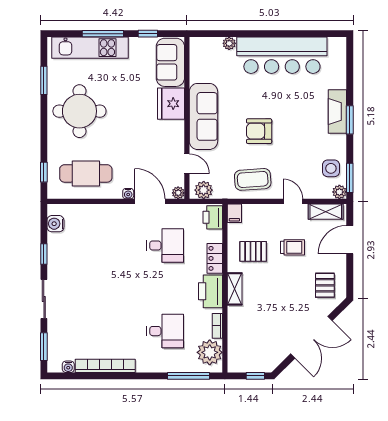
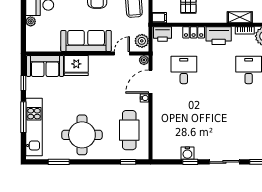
water cooler: (55, 224) -> (187, 153), moved
shelving: (235, 289) -> (240, 17), moved

